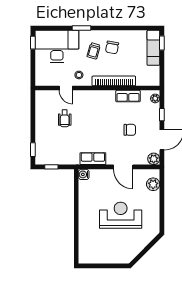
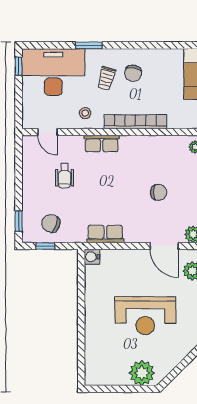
door: (66, 88) -> (47, 132), moved
row of seats: (128, 96) -> (102, 144), moved
chair: (55, 151) -> (51, 223), added
door: (123, 167) -> (164, 246), moved
reception desk: (121, 215) -> (145, 316), turned 180
plant: (118, 255) -> (142, 373), added

